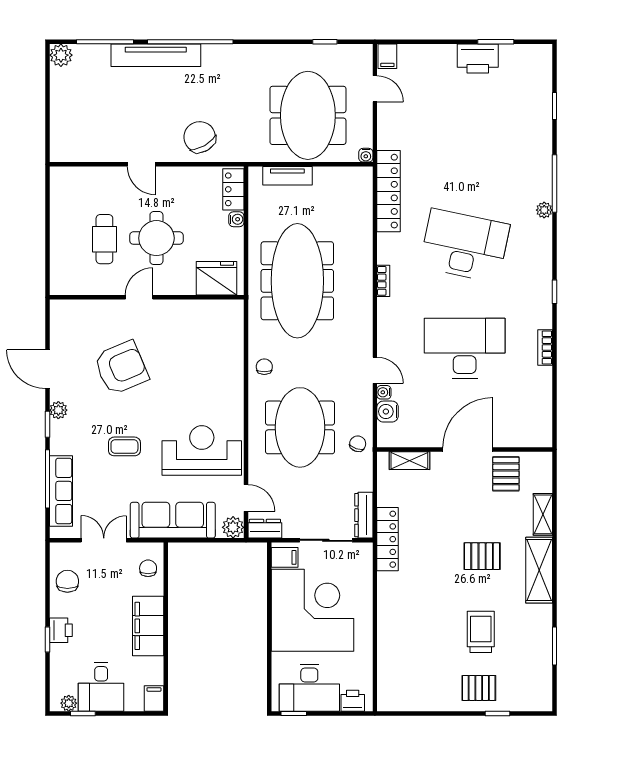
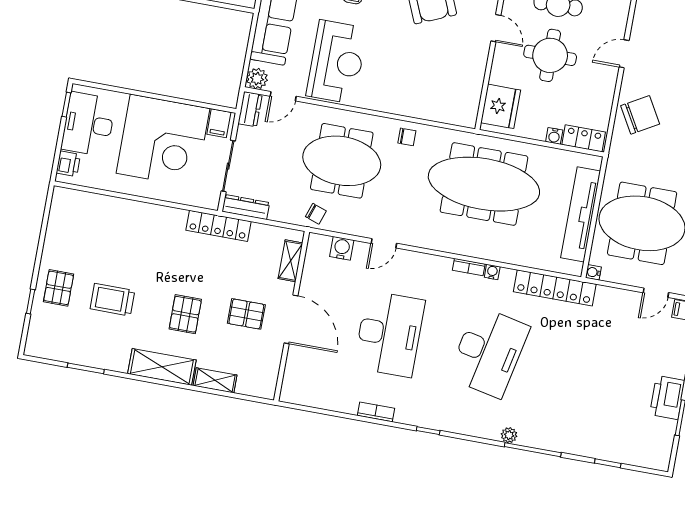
tv unit: (287, 176) -> (581, 214), width x1.92, depth x1.29
water cooler: (384, 392) -> (492, 272), moved
pallet: (506, 474) -> (246, 314), moved
trolley: (481, 632) -> (112, 300), turned 180

